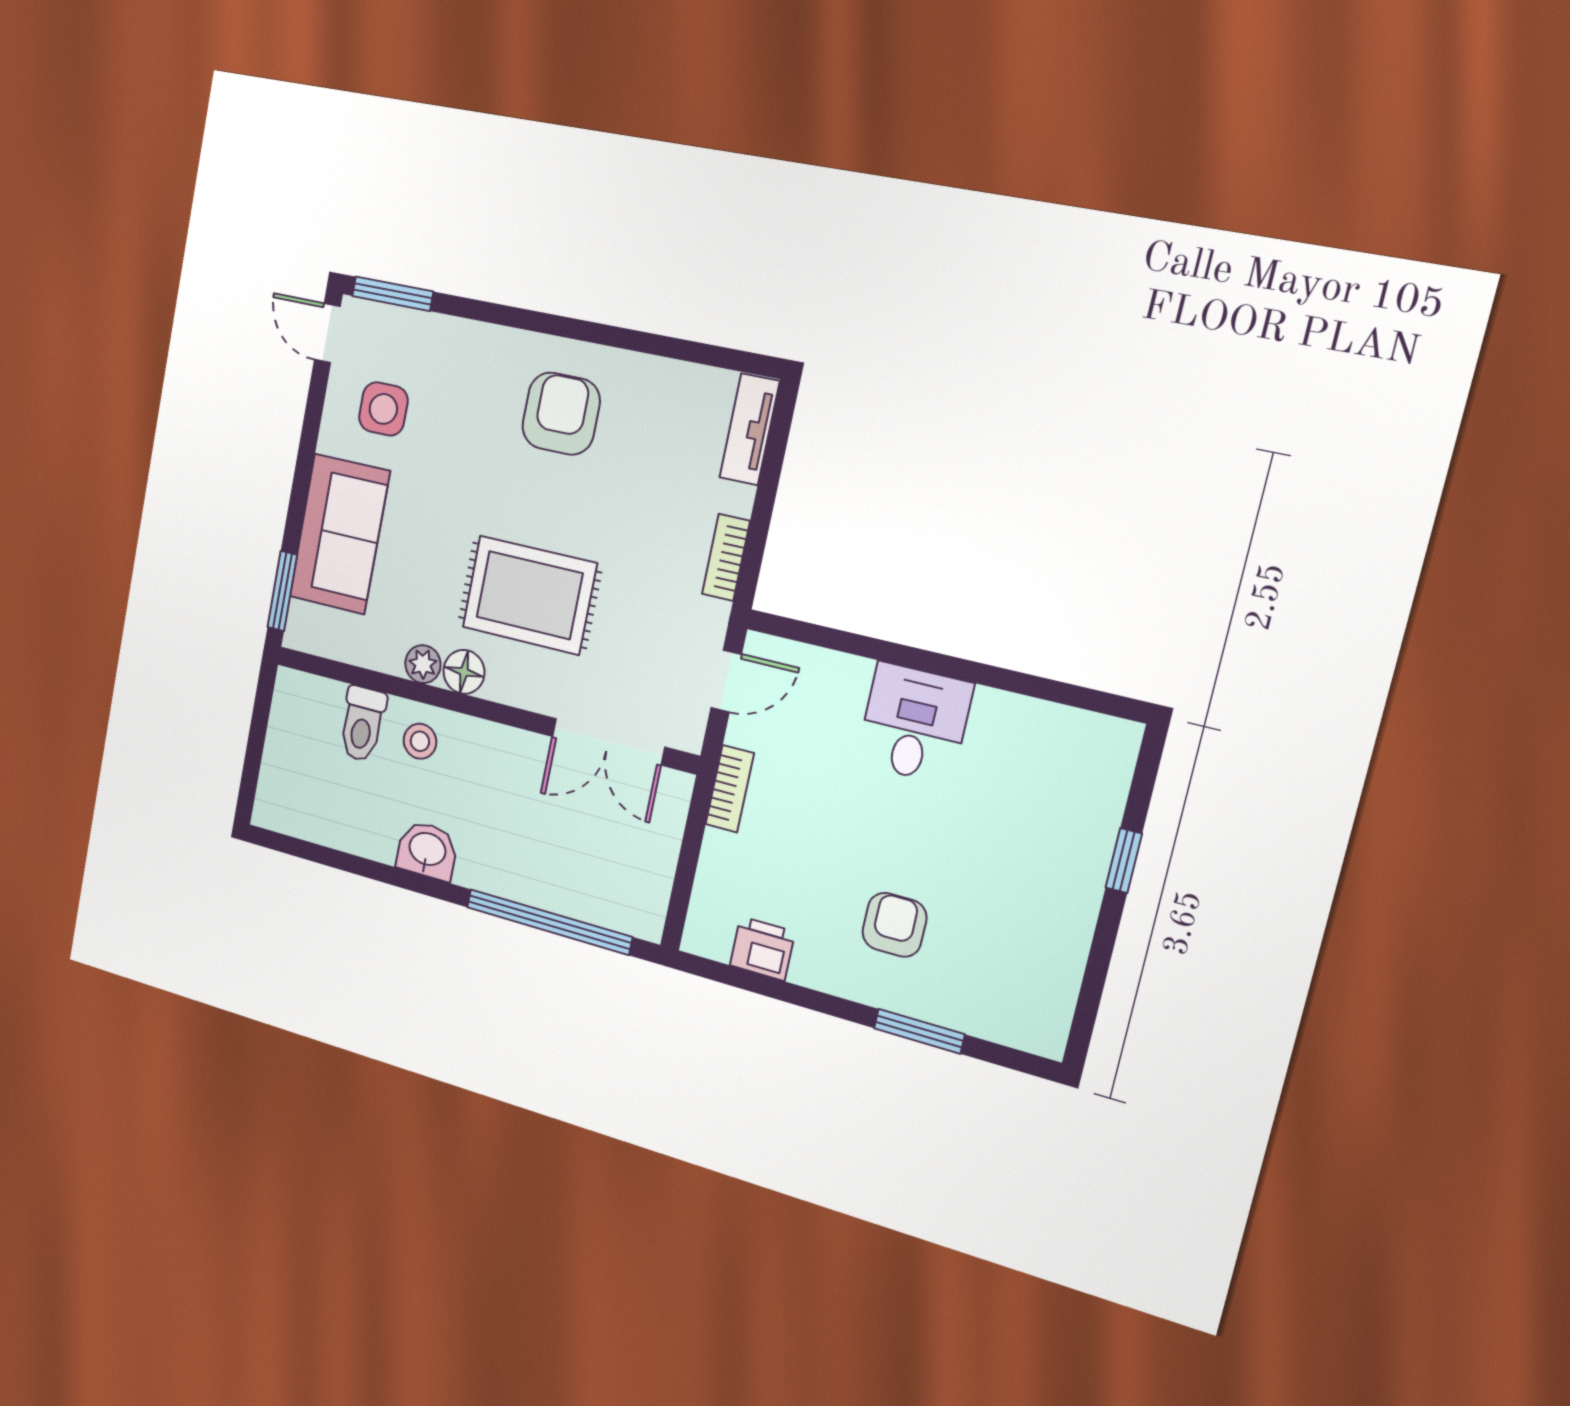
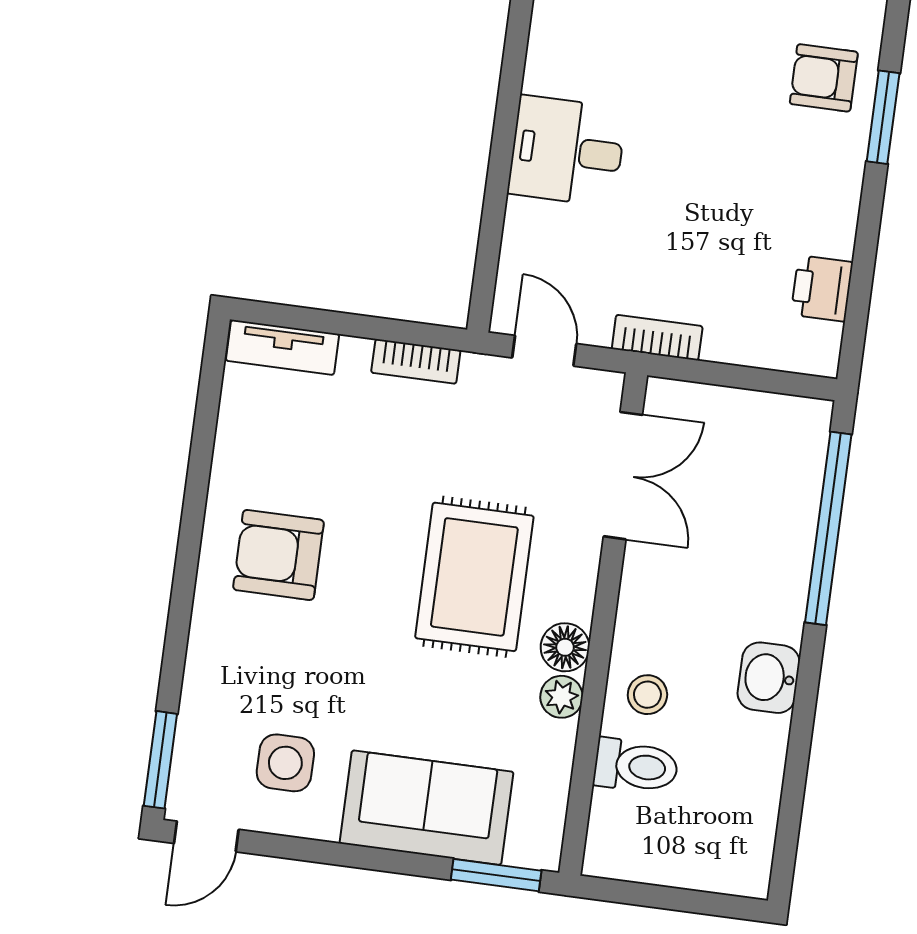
armchair: (894, 925) -> (824, 78), moved

